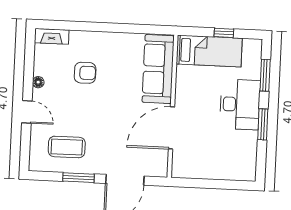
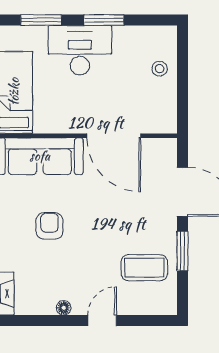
armchair: (85, 73) -> (49, 226), moved
coffee table: (67, 147) -> (144, 268), turned 90
stool: (222, 166) -> (160, 69), added

